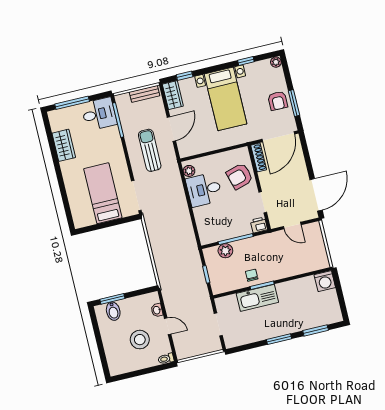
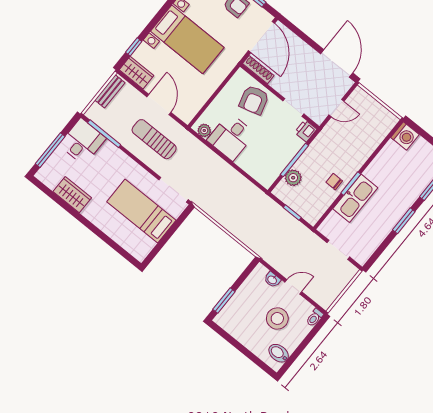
bidet: (113, 311) -> (279, 353), moved, turned 180

